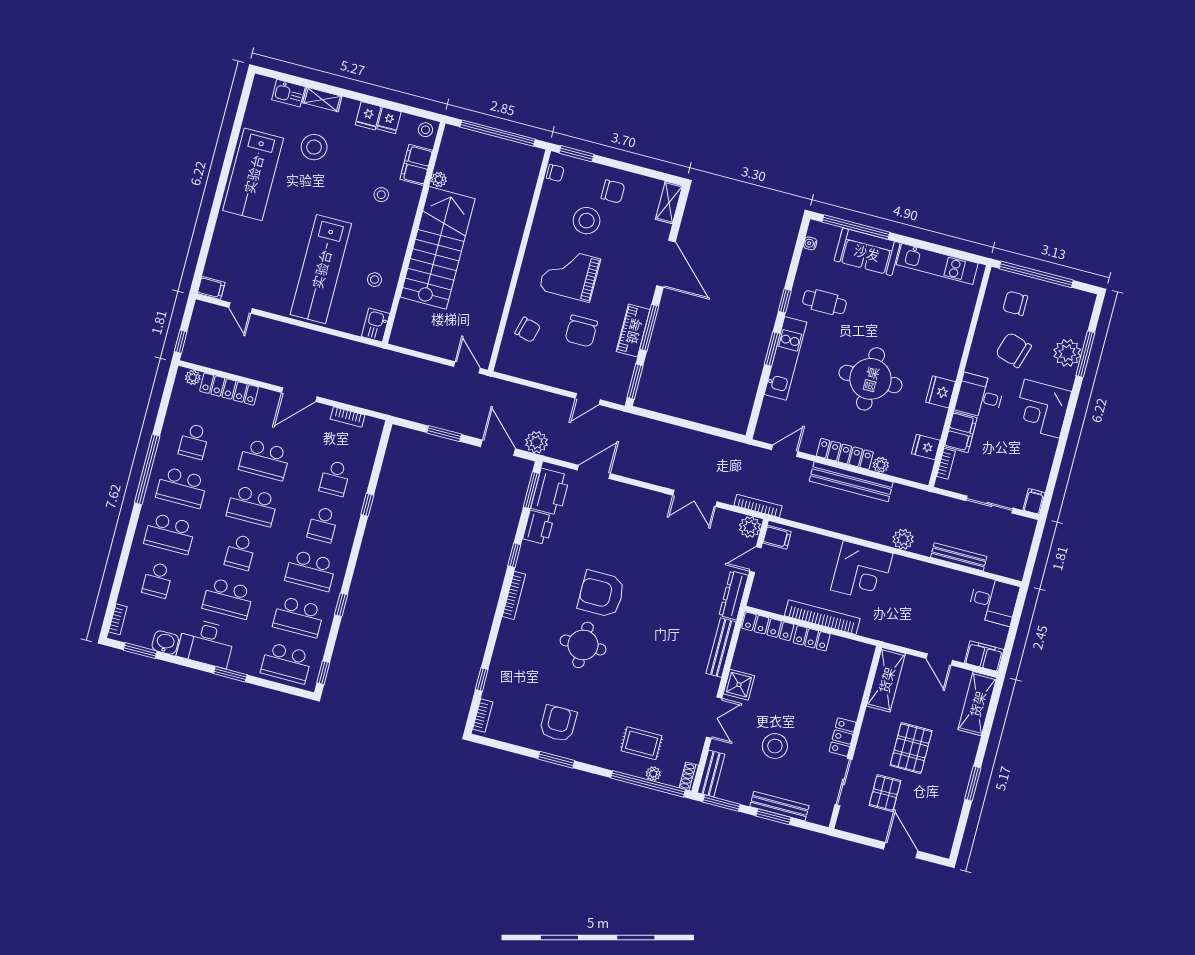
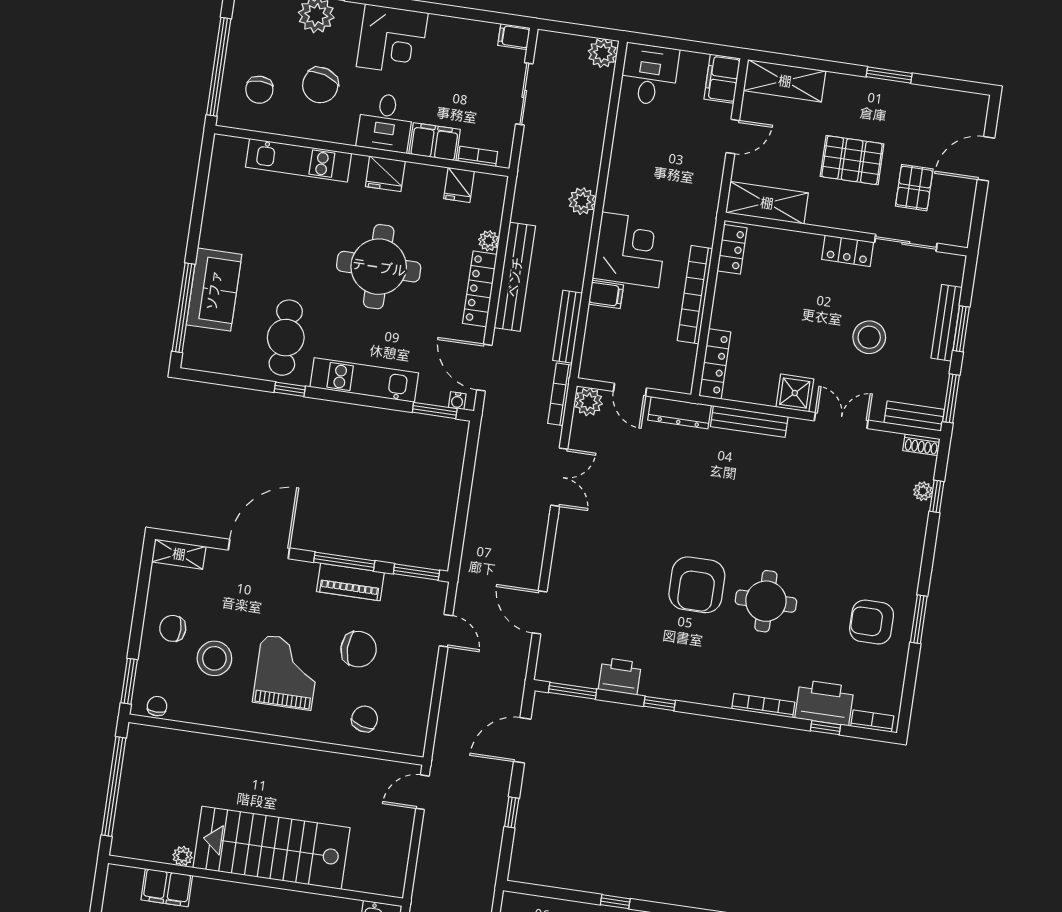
stool: (425, 130) -> (120, 881), removed
chair: (613, 191) -> (173, 628), turned -90
water cooler: (810, 243) -> (457, 401), moved
kitchen unit: (937, 264) -> (298, 160), moved, turned 90
grand piano: (570, 274) -> (287, 672), turned 180
cafe table: (824, 302) -> (286, 338), width x1.37, depth x1.35
window: (772, 349) -> (435, 410), moved
window: (444, 434) -> (512, 812), width x0.67
plant: (537, 442) -> (603, 53), moved
door: (785, 451) -> (484, 368), width x1.38
printer: (550, 492) -> (824, 703), moved
filing cabinet: (777, 537) -> (606, 294), moved, turned 90
bench: (959, 557) -> (567, 327), moved
bookcase: (514, 595) -> (763, 706), moved
locker: (812, 638) -> (732, 249), moved
rug: (641, 743) -> (885, 511), removed
window: (648, 784) -> (937, 496), width x0.32
pallet: (885, 793) -> (914, 188), turned 90

